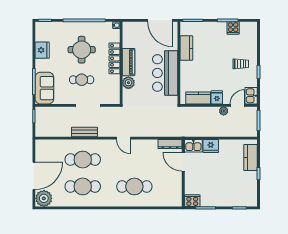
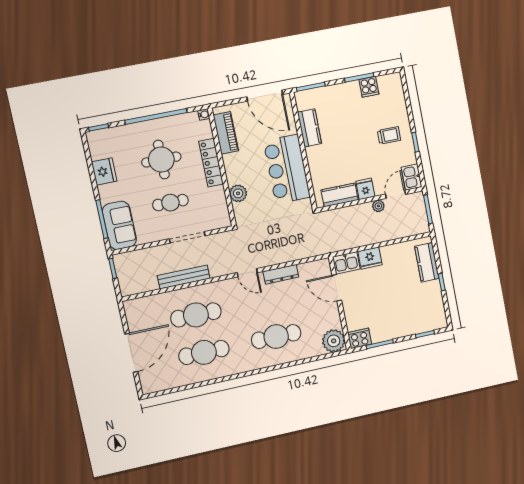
piano: (129, 62) -> (226, 133), moved
bench: (84, 132) -> (184, 277), width x1.36
dresser: (170, 144) -> (281, 274), moved
plant: (44, 198) -> (334, 341), moved

